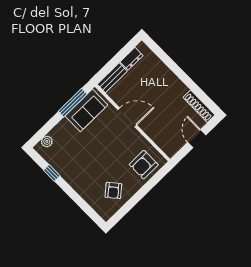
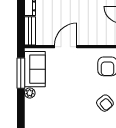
plant: (47, 141) -> (30, 93), moved

